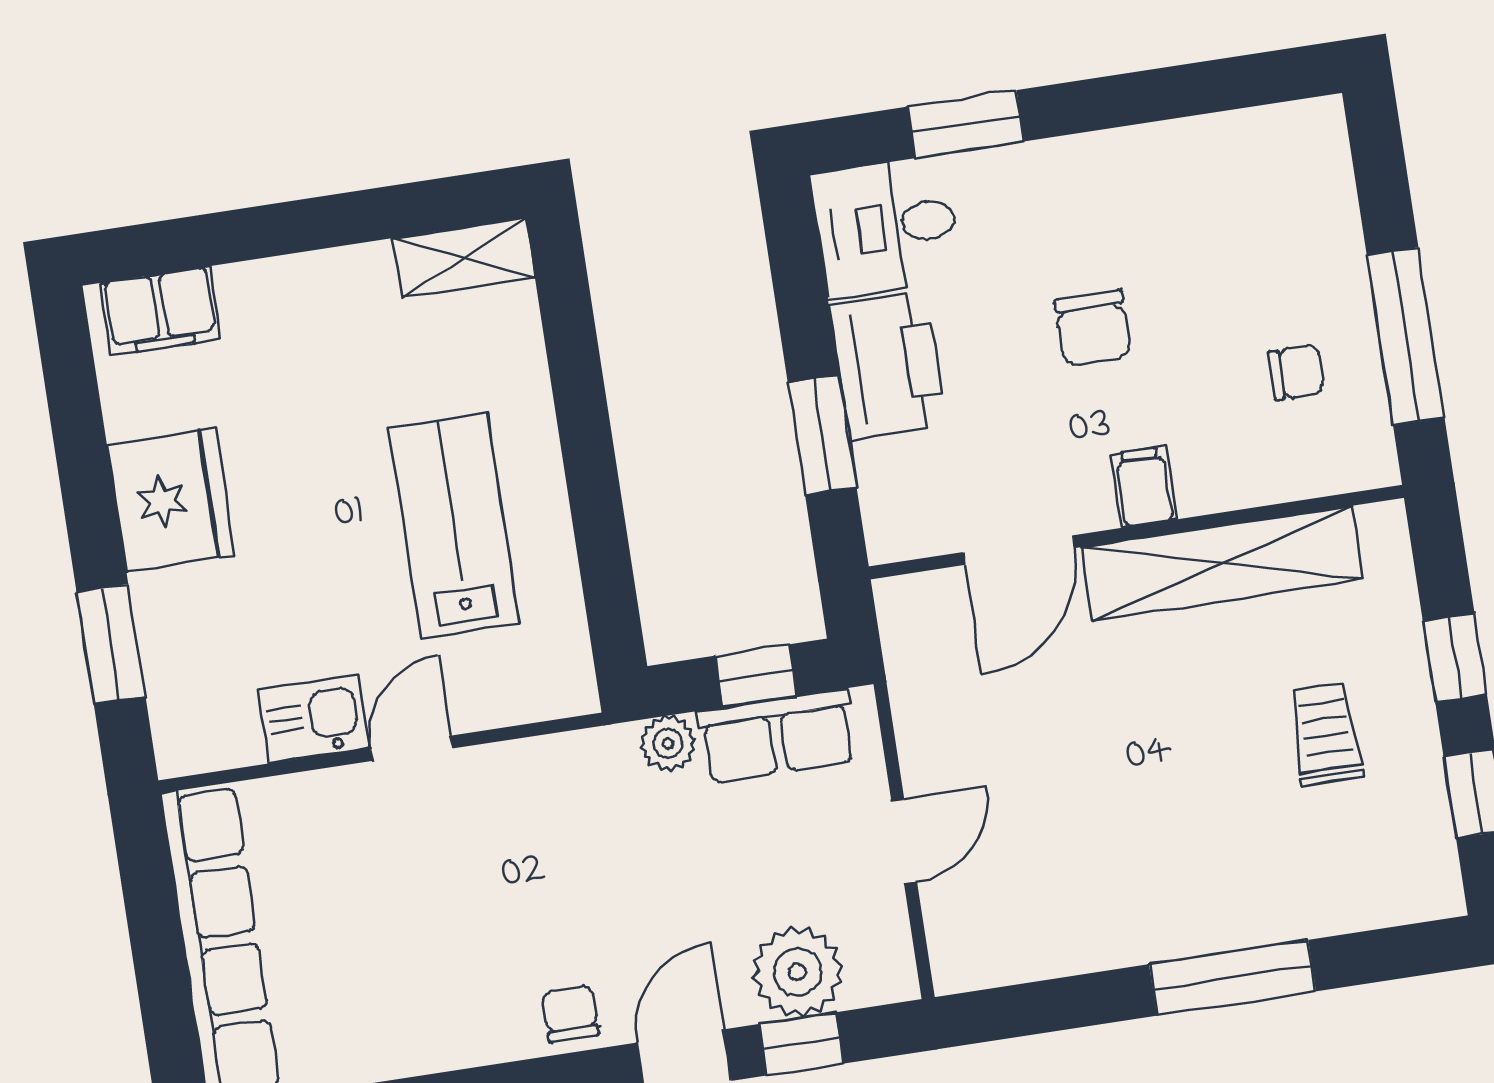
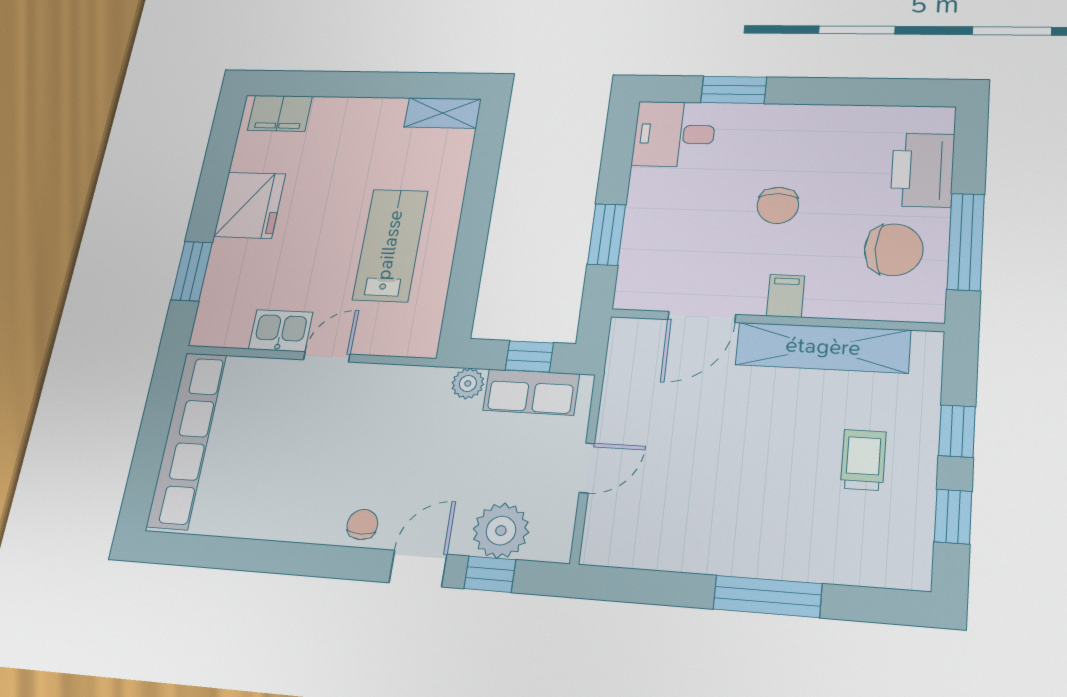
printer: (888, 365) -> (922, 170), moved, turned 180
chair: (1296, 372) -> (894, 250), width x1.87, depth x1.87

